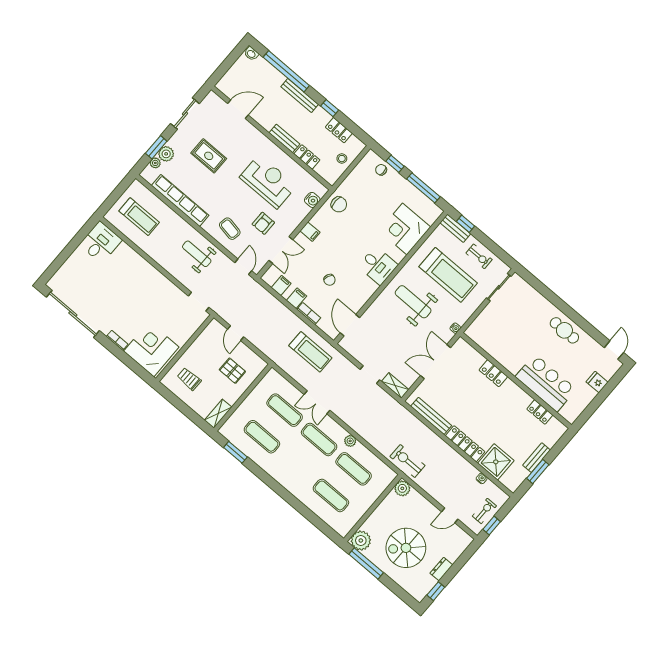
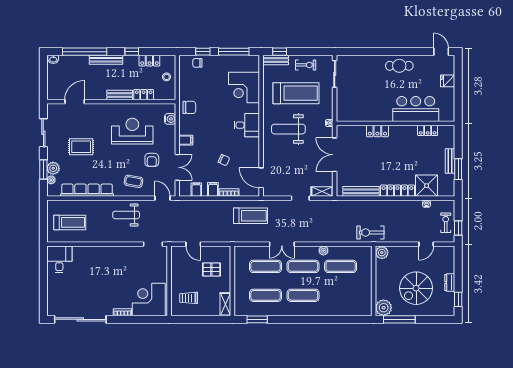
exercise mat: (331, 495) -> (303, 295), moved

